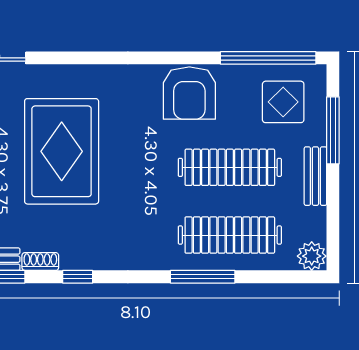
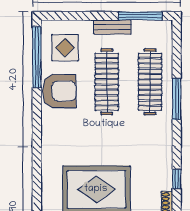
armchair: (189, 93) -> (59, 91), moved
window: (333, 130) -> (140, 16), moved
plant: (312, 256) -> (163, 29), removed

